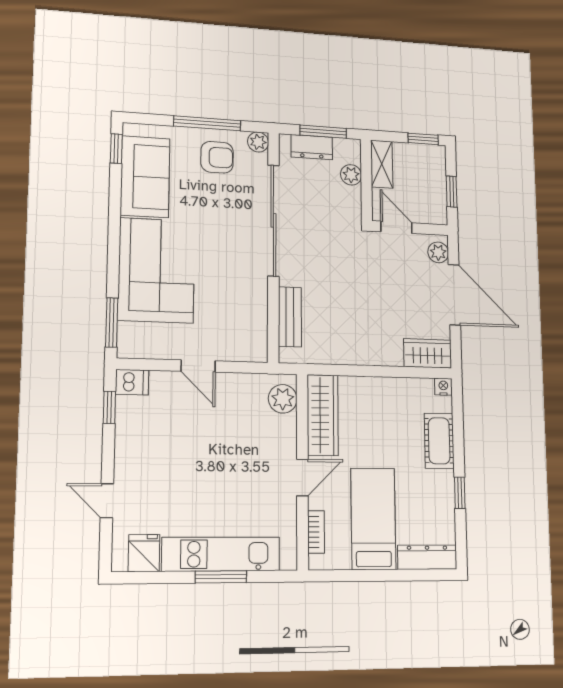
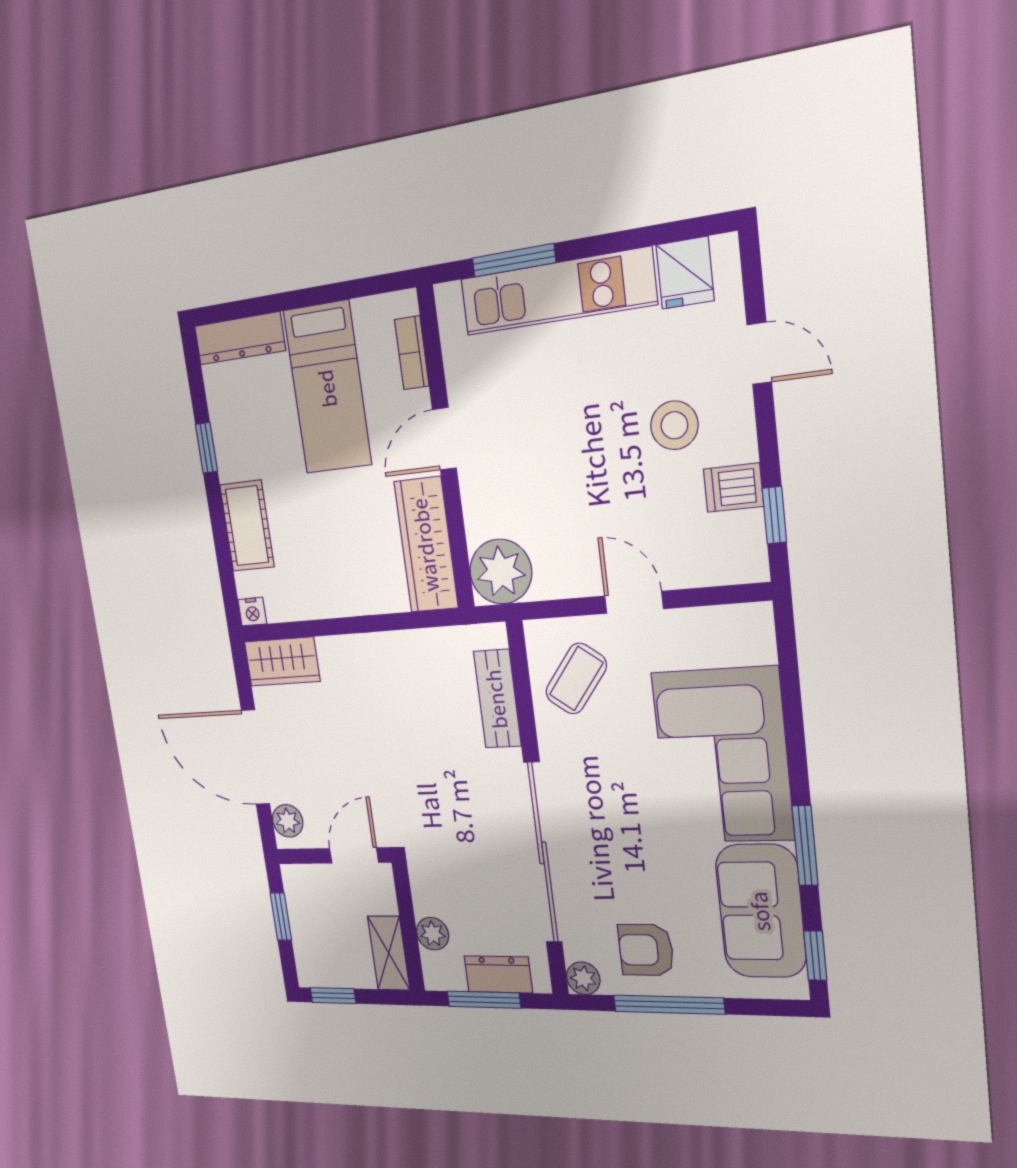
door: (396, 227) -> (354, 855), swing flipped
window: (112, 322) -> (805, 846), moved
coffee table: (239, 324) -> (576, 679), added
dishwasher: (132, 382) -> (733, 488), moved
plant: (283, 399) -> (501, 572), width x1.36, depth x1.36
stool: (161, 467) -> (674, 425), added
window: (221, 577) -> (514, 260), moved

